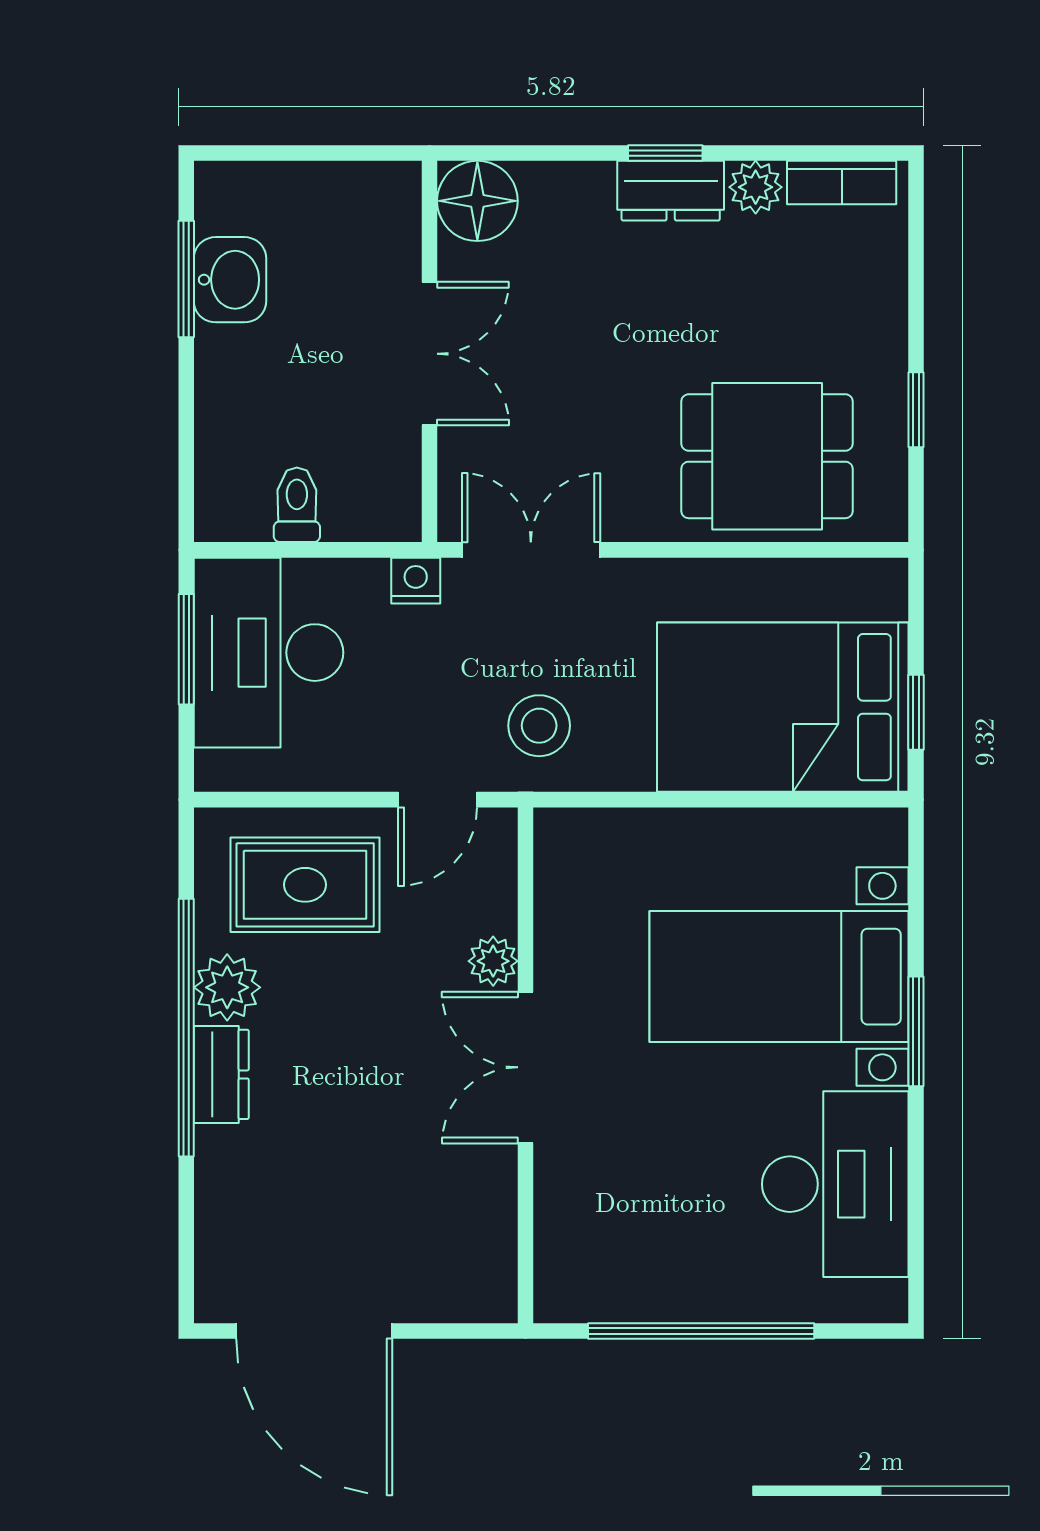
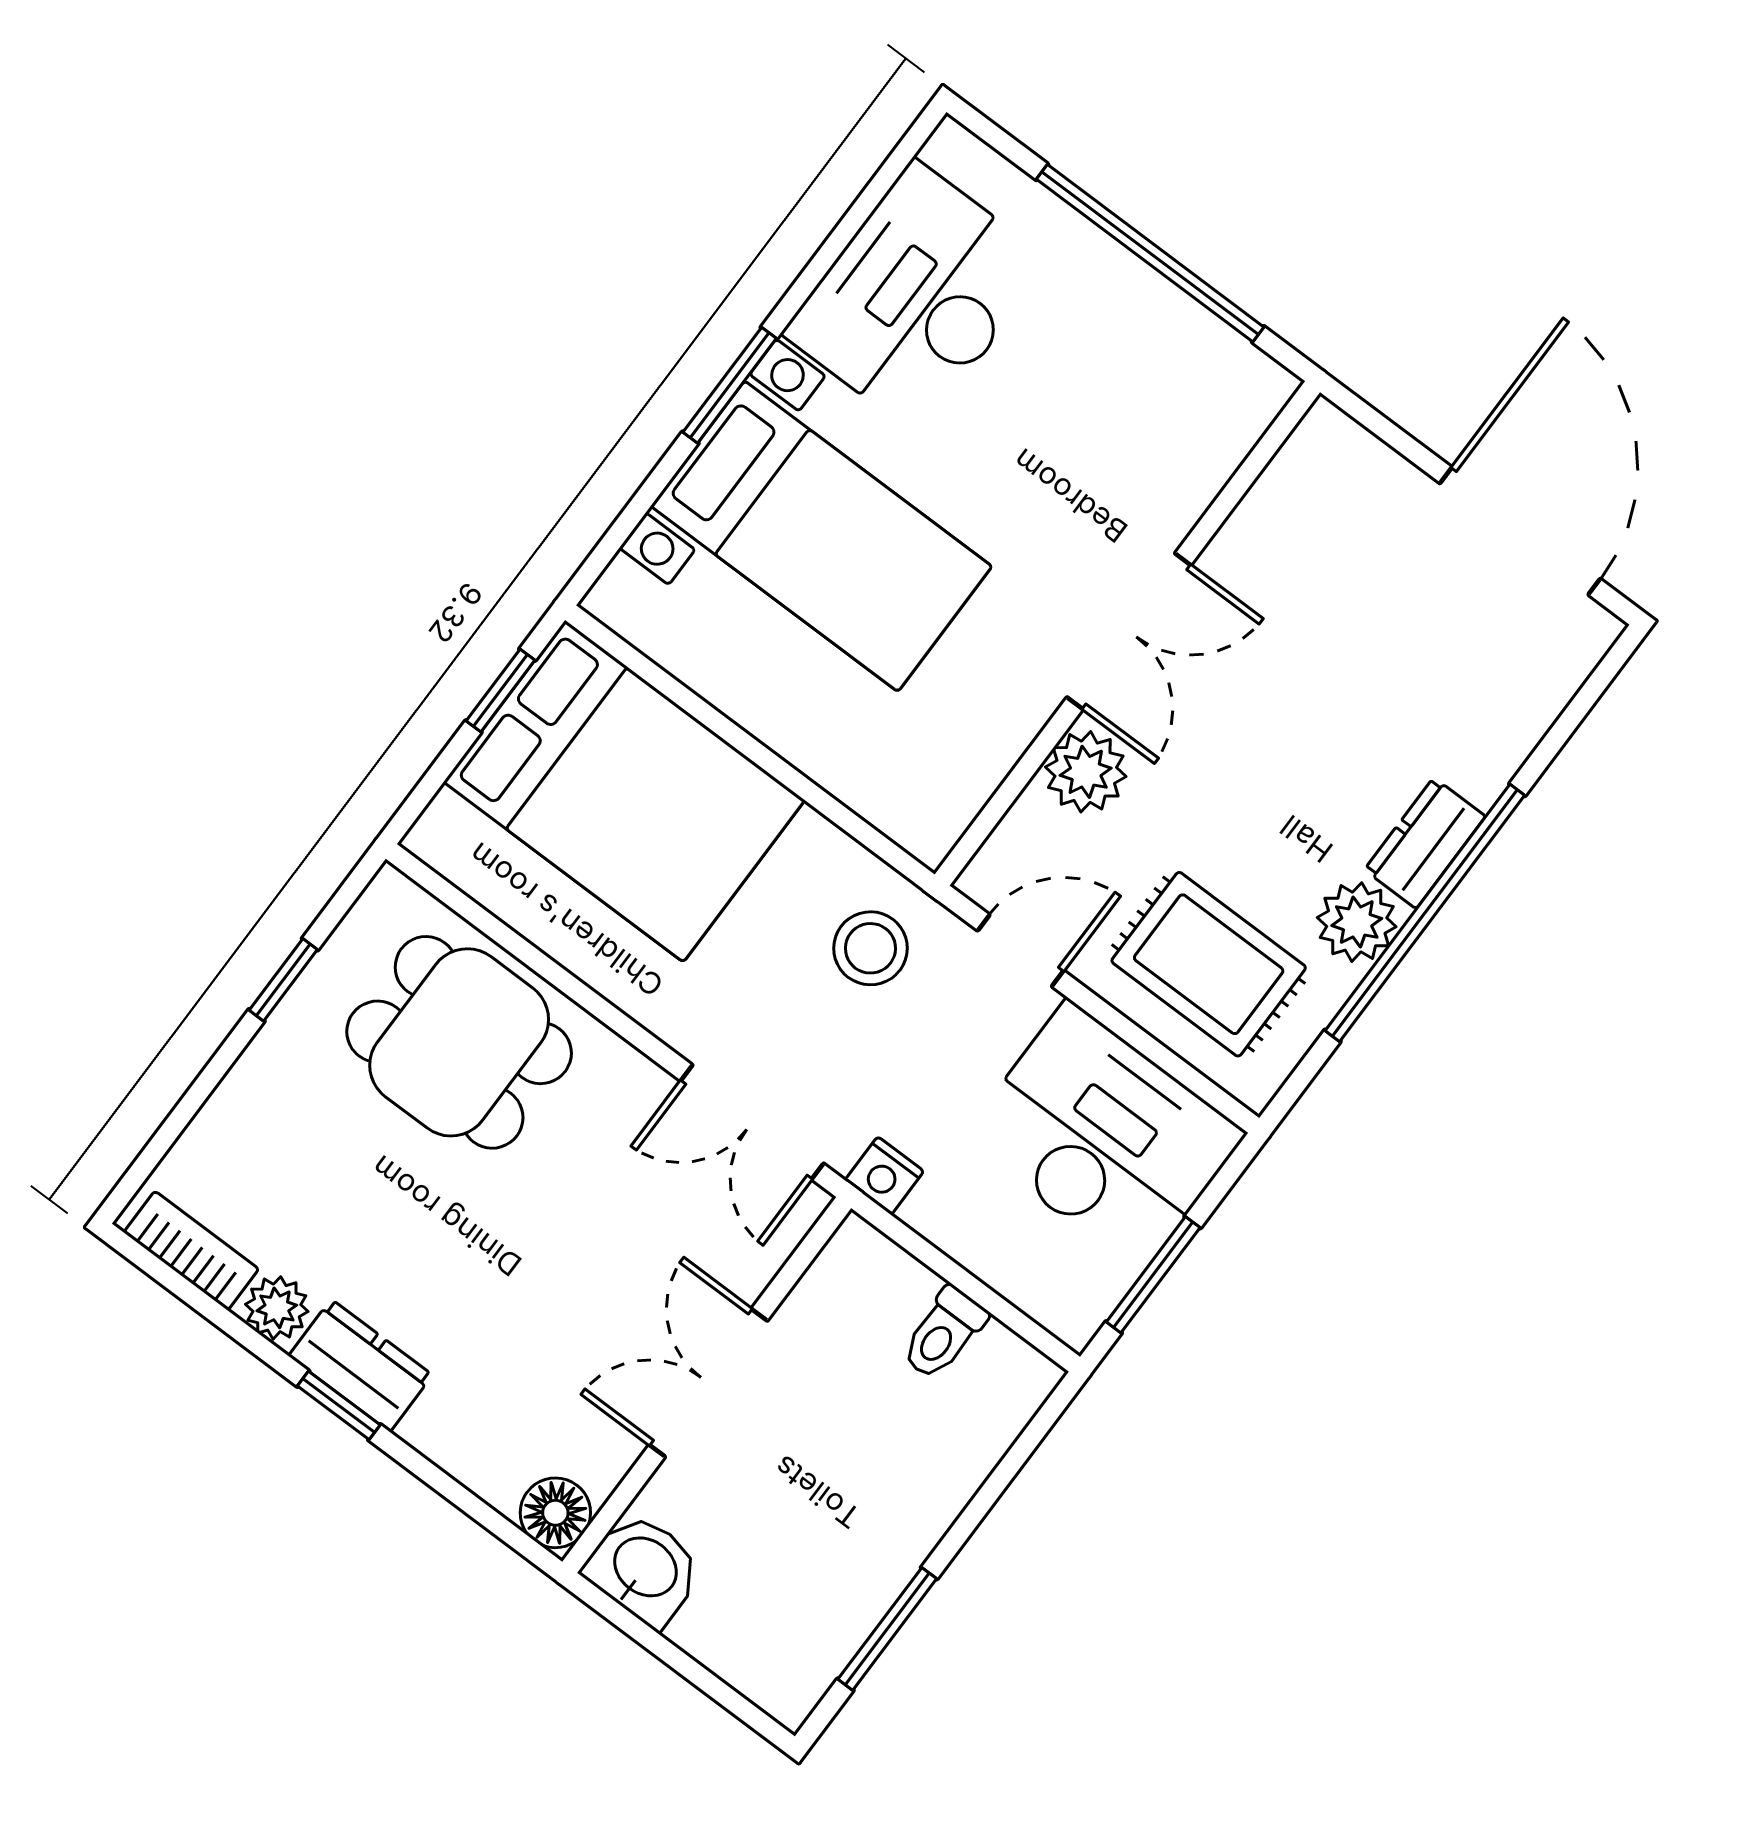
floor lamp: (477, 201) -> (555, 1513), width x0.73, depth x0.73
washbasin: (230, 280) -> (644, 1569), moved, turned 90
desk: (269, 653) -> (1104, 1136), moved, turned -90
plant: (493, 961) -> (1086, 772), width x1.38, depth x1.38

